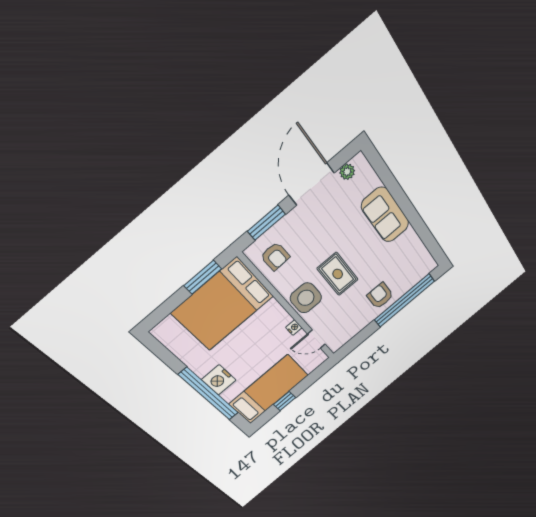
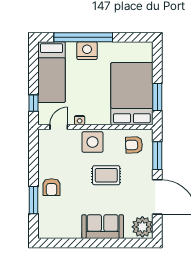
plant: (347, 172) -> (142, 227), width x1.87, depth x1.87
rug: (338, 274) -> (106, 175), moved
armchair: (380, 296) -> (52, 187), turned 90
window: (404, 300) -> (33, 200), width x0.47
window: (285, 401) -> (33, 103), moved

